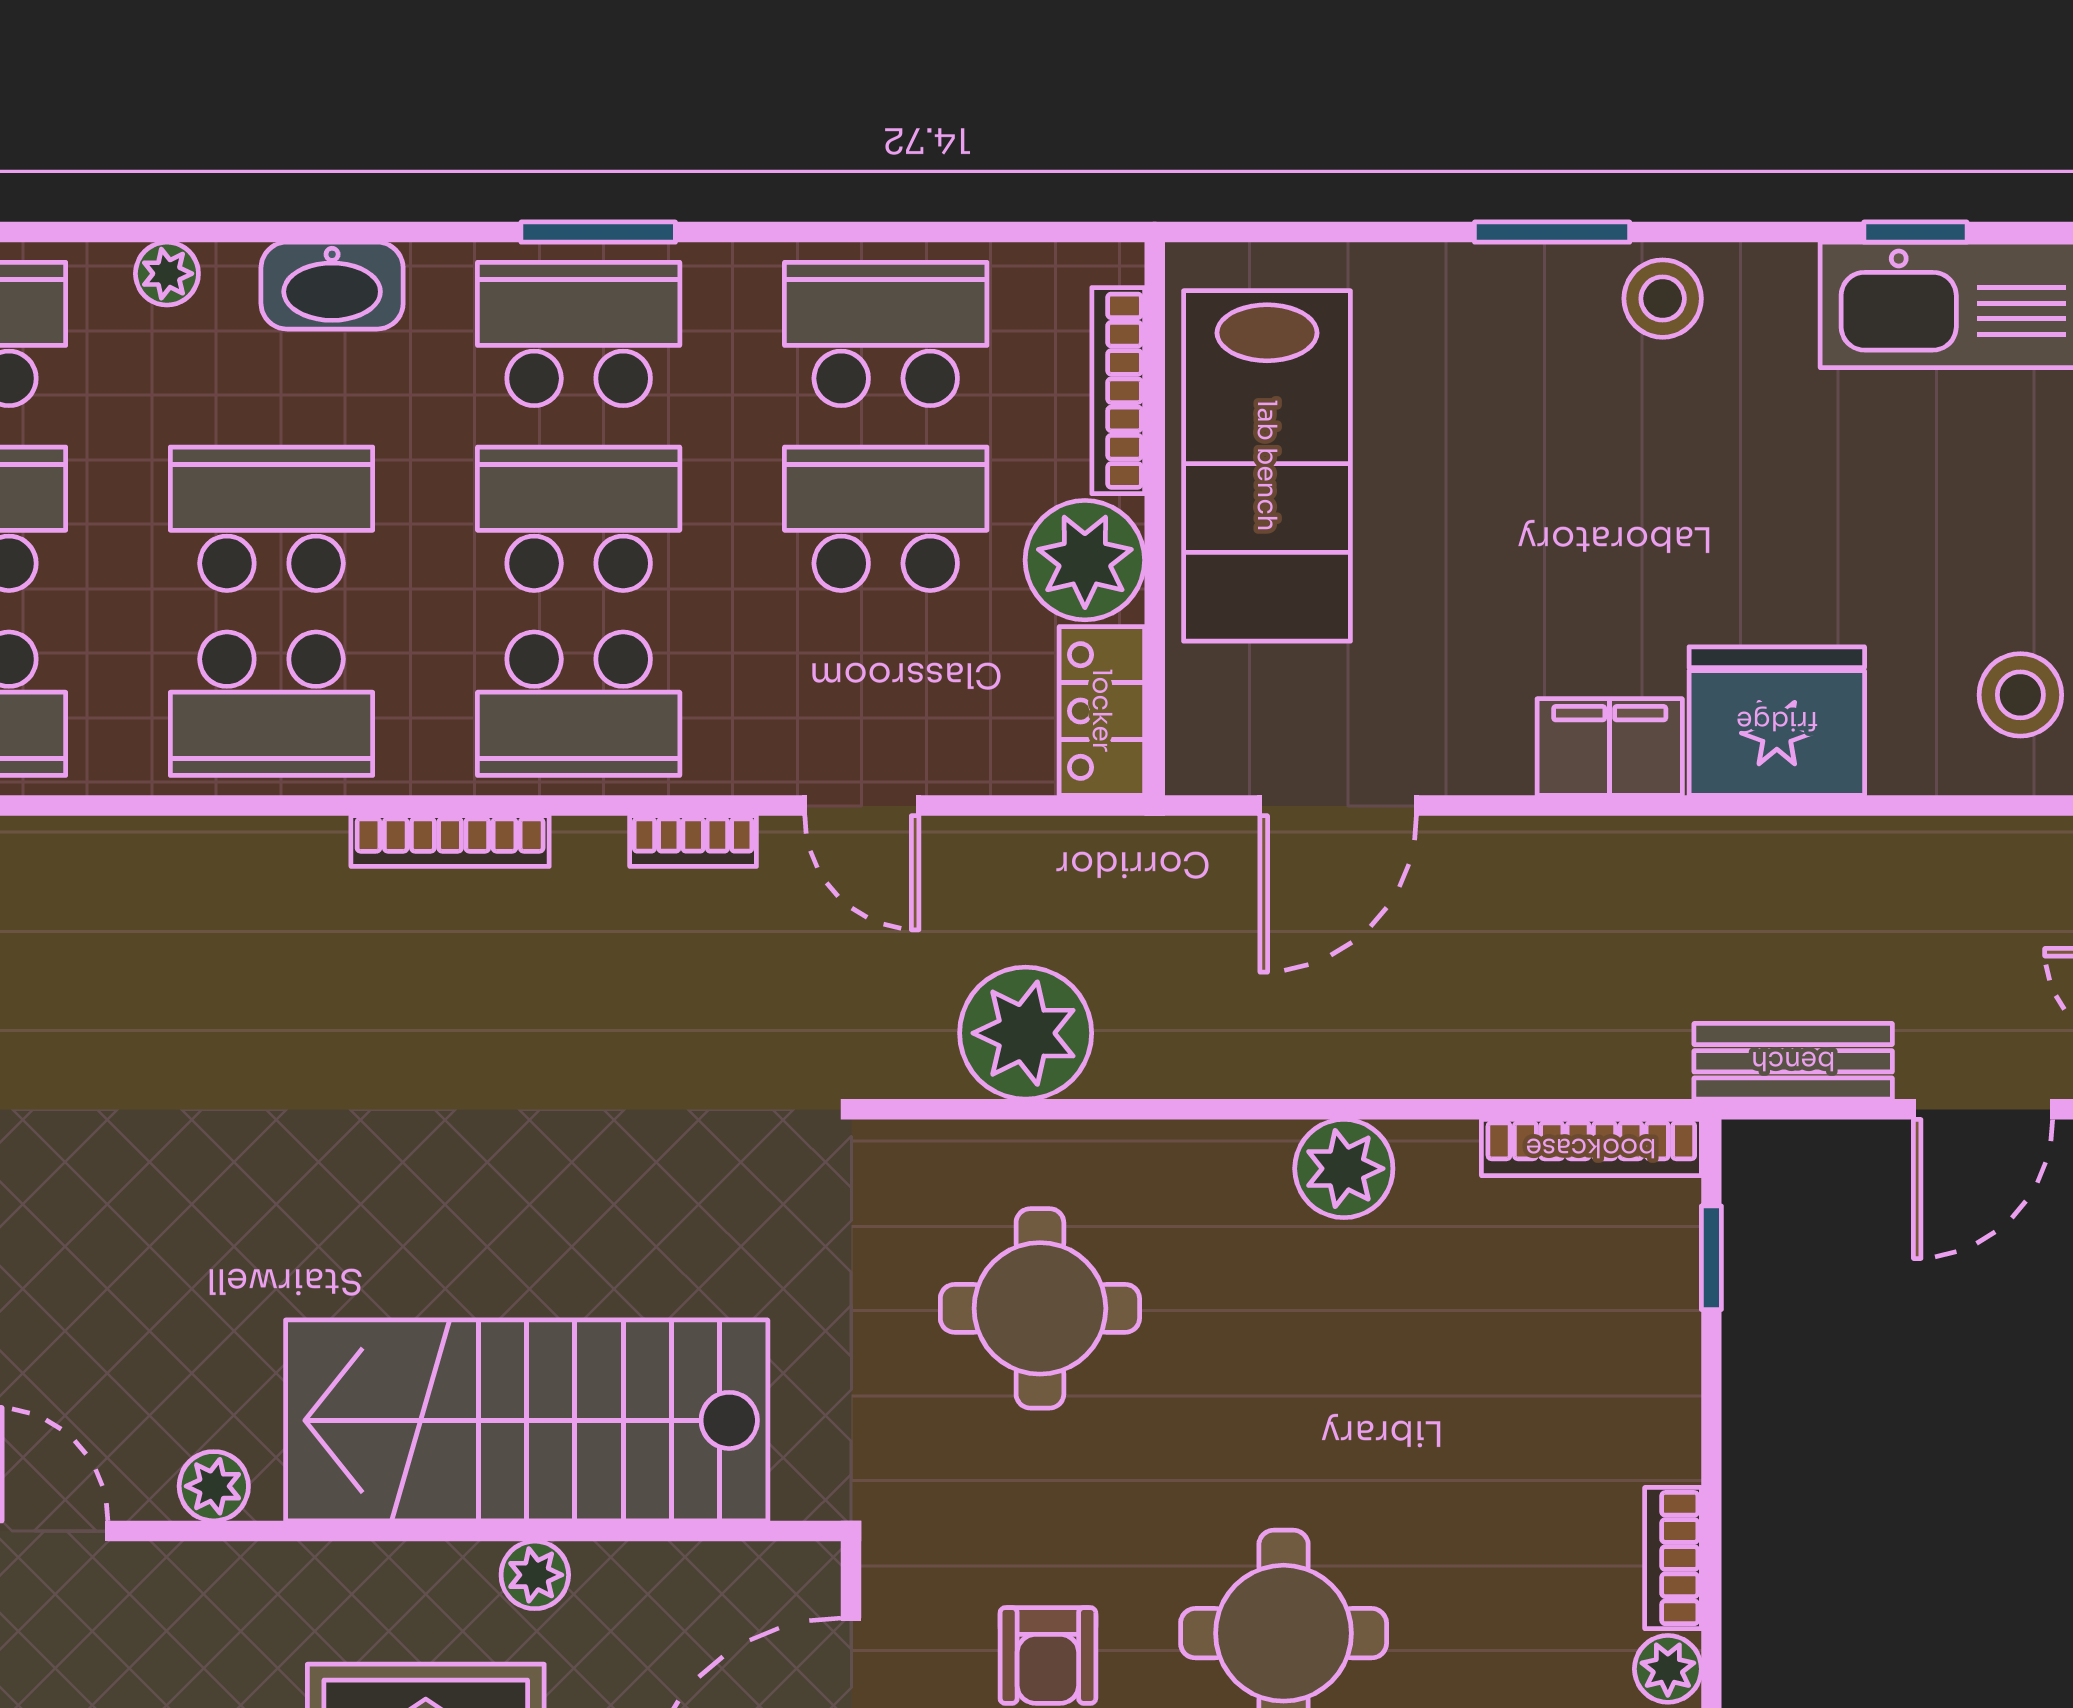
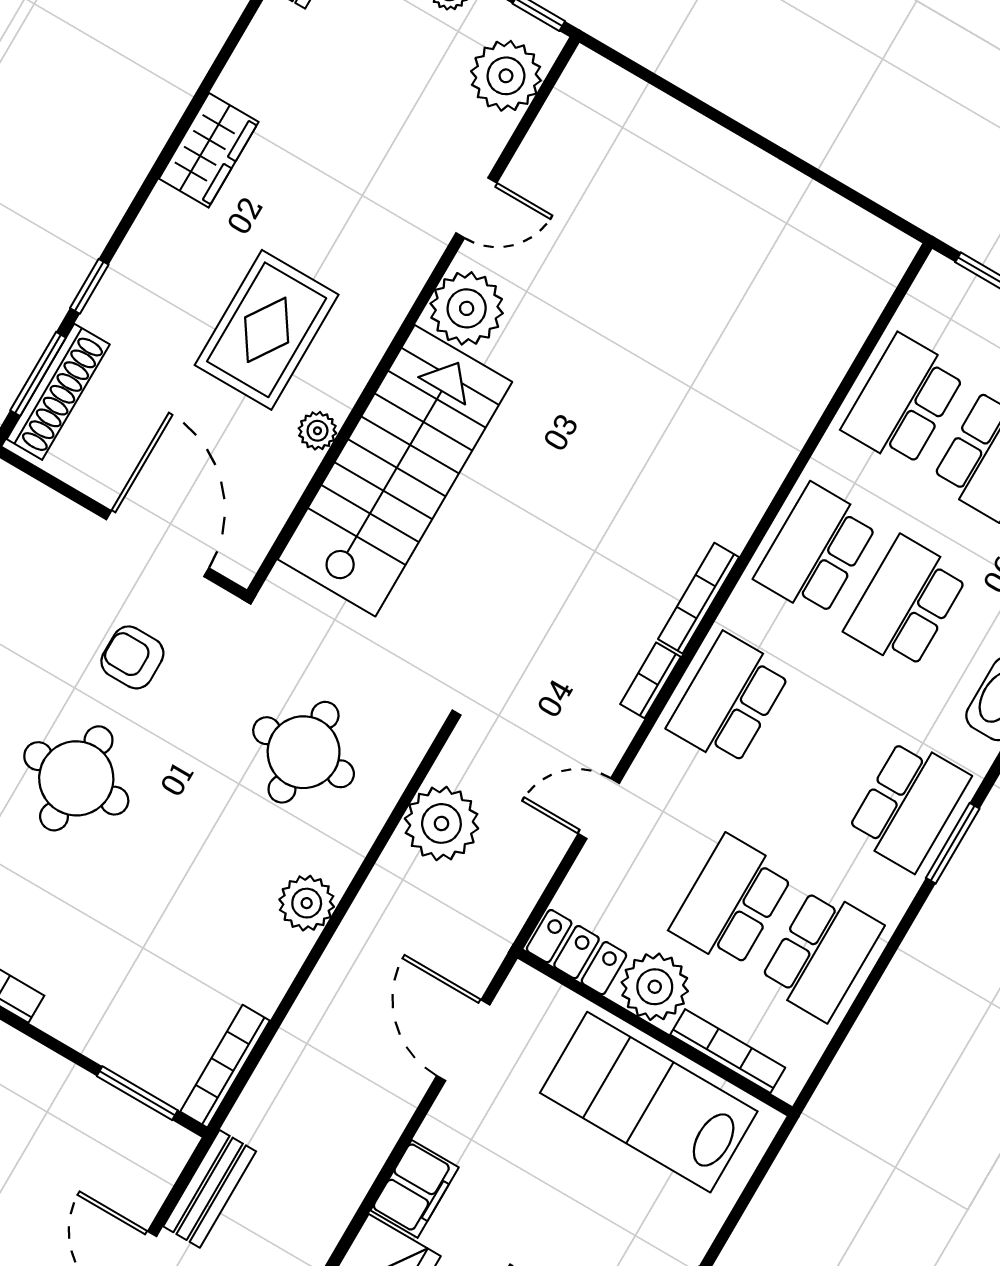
school desk: (272, 519) -> (906, 603), turned 180
school desk: (579, 519) -> (819, 752), removed
school desk: (886, 519) -> (731, 902), turned 180
bookcase: (693, 841) -> (650, 680), moved
plant: (1344, 1169) -> (307, 903), moved
window: (1711, 1258) -> (137, 1093), width x1.50
plant: (214, 1486) -> (467, 308), width x1.87, depth x1.87

